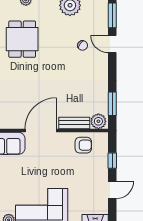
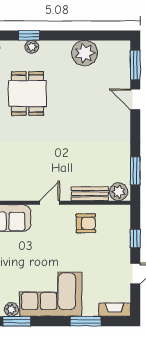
chair: (83, 45) -> (100, 101), removed
door: (41, 131) -> (50, 203), width x0.53
armchair: (83, 145) -> (86, 223), moved

